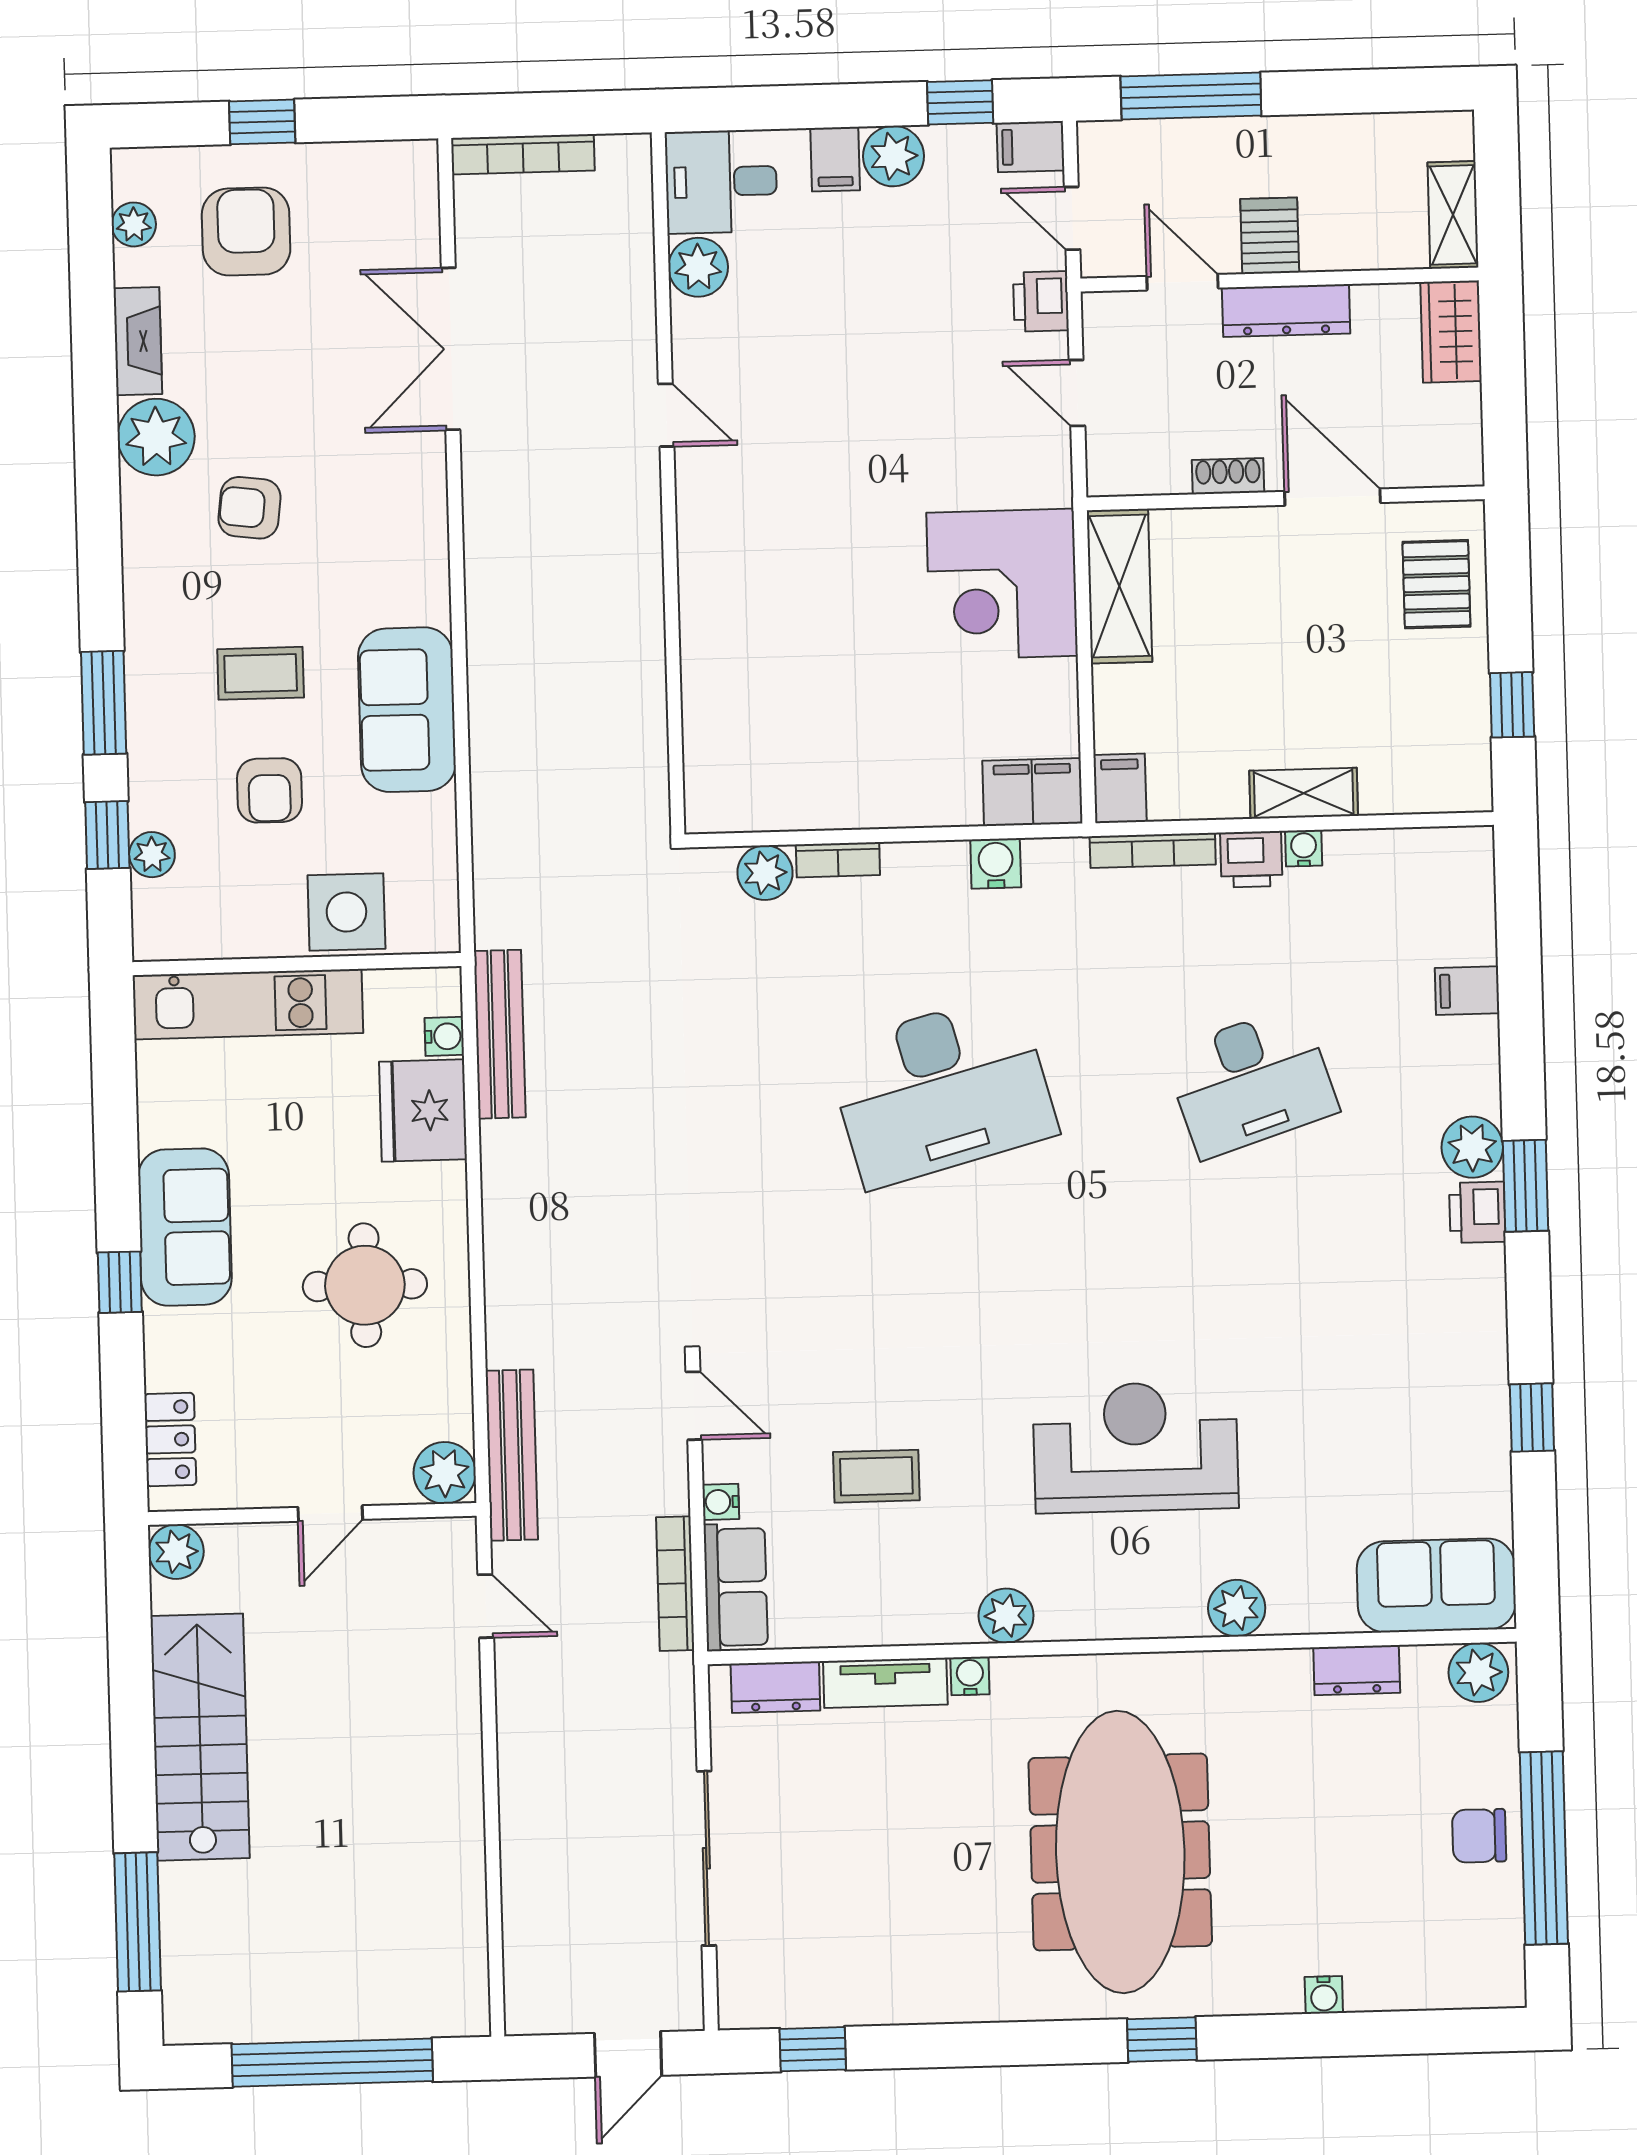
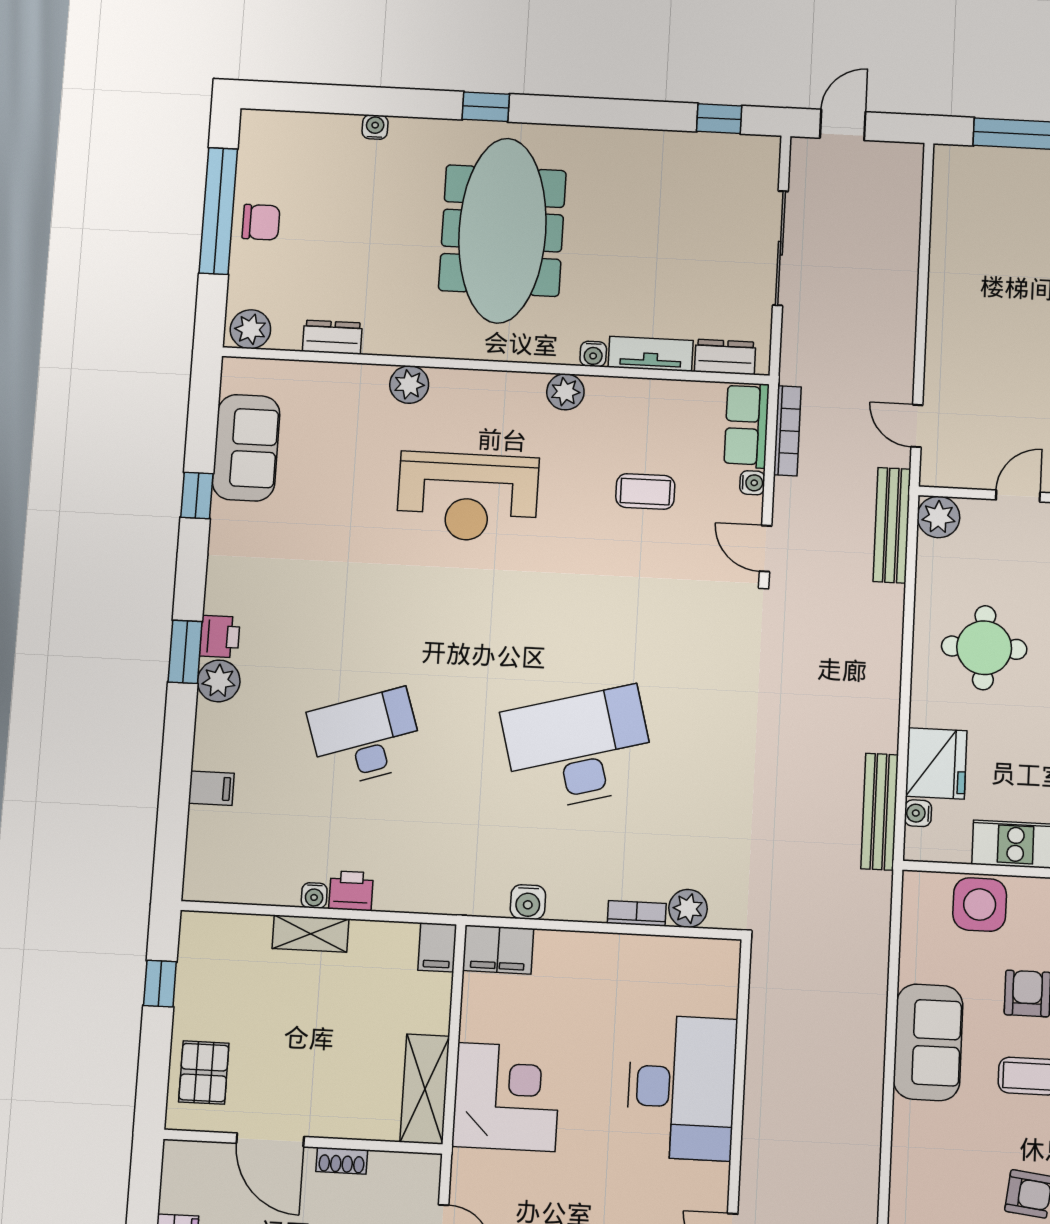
desk: (754, 618) -> (682, 1087), added
bookcase: (1153, 850) -> (419, 902), removed
sofa: (1436, 1585) -> (246, 448), moved, turned -90

